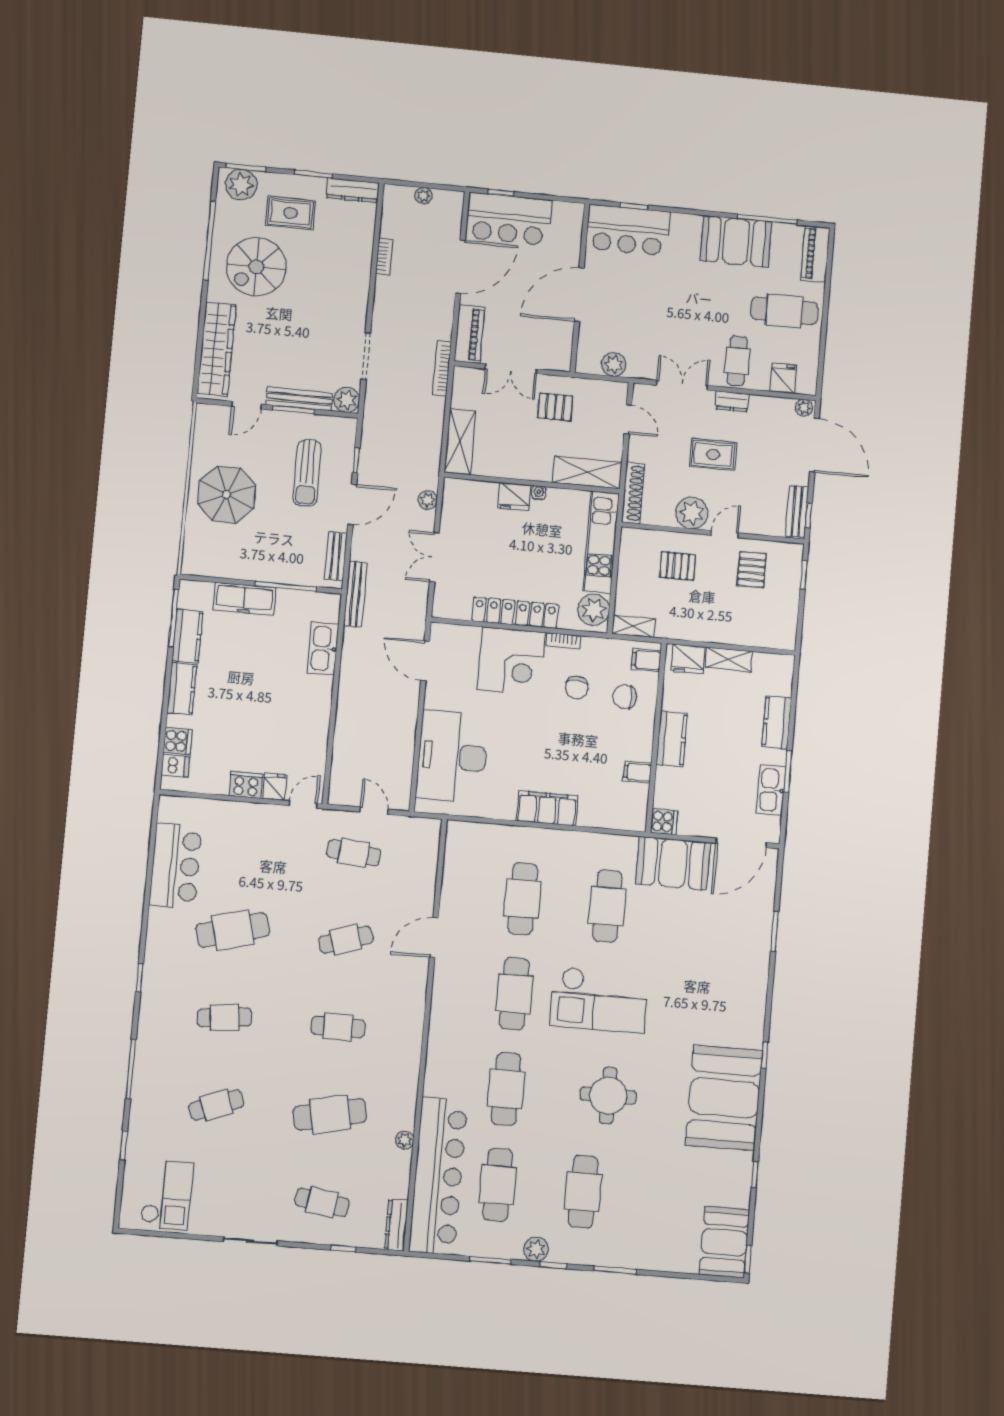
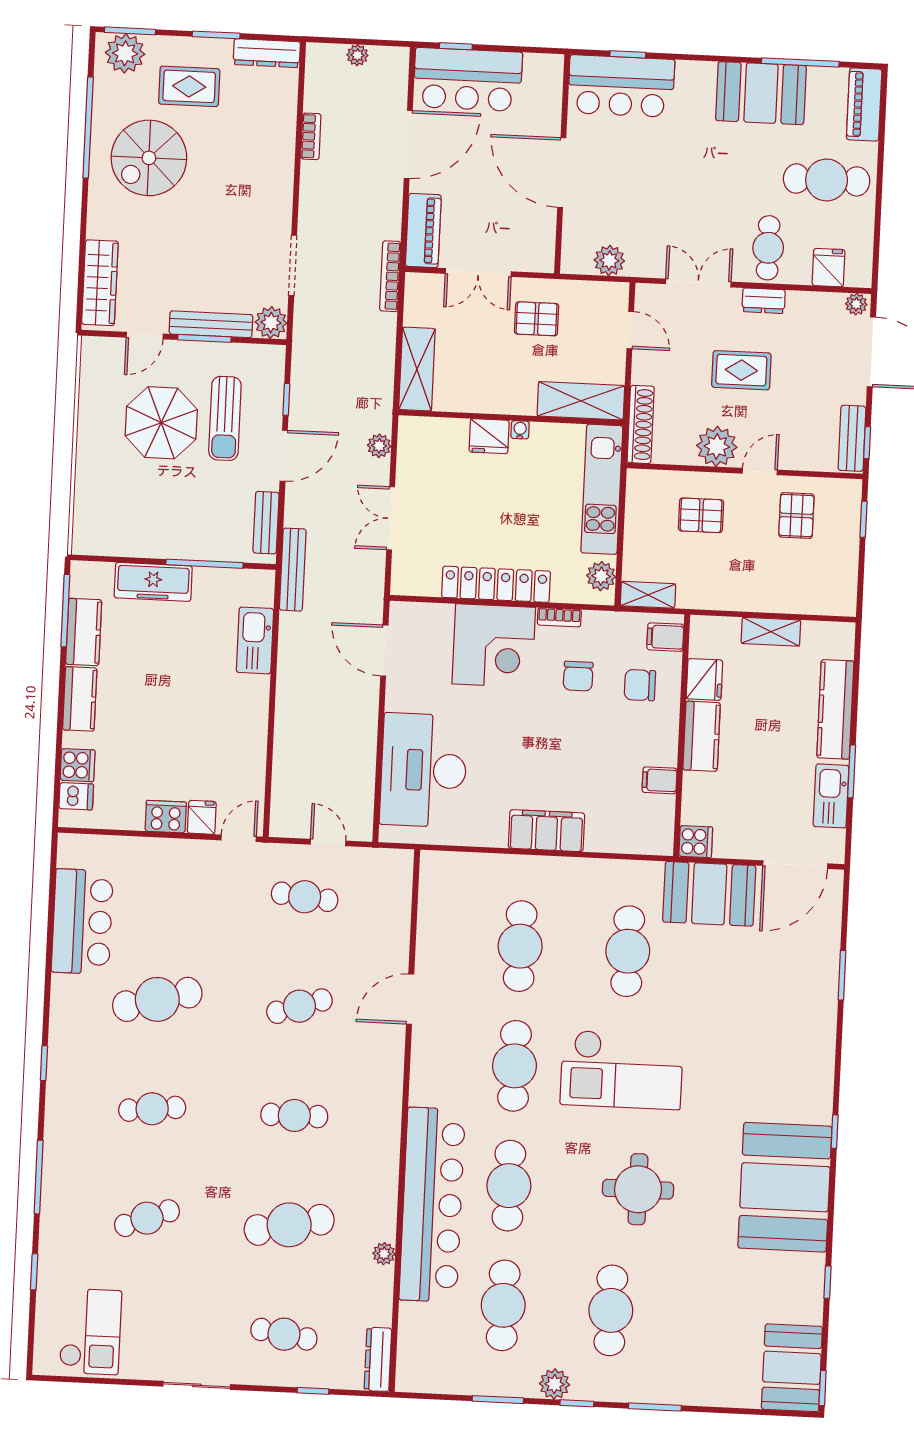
door: (579, 295) -> (562, 173), hinge flipped
wardrobe: (217, 349) -> (100, 283), width x0.71, depth x0.85
parasol: (226, 495) -> (161, 423), moved
plant: (594, 610) -> (601, 576), width x0.73, depth x0.73
fridge: (688, 659) -> (704, 679), moved, turned -90
kitchen counter: (777, 722) -> (835, 709), width x1.50
bar counter: (438, 1176) -> (432, 1205), moved

